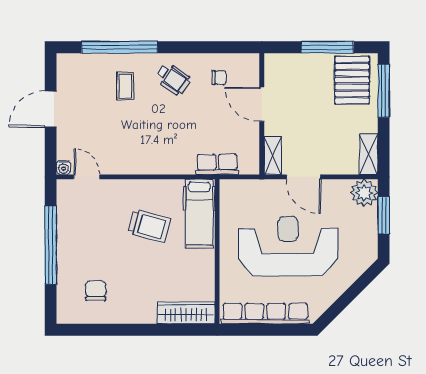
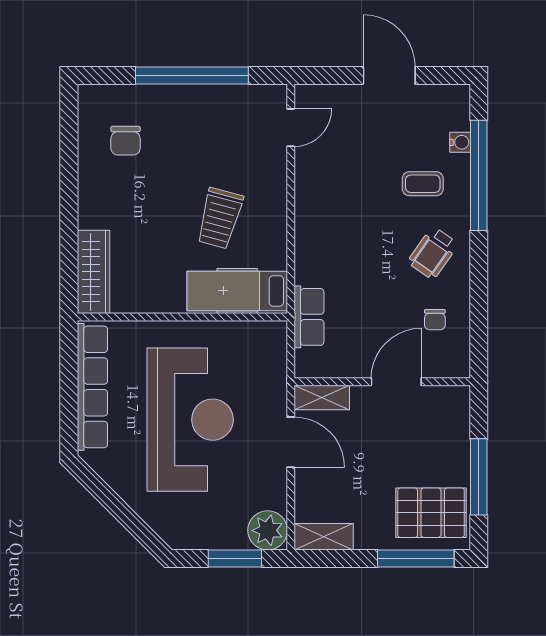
water cooler: (63, 168) -> (460, 142), moved, turned 180
door: (303, 177) -> (291, 442), swing flipped
chair: (96, 291) -> (126, 141), turned 90

